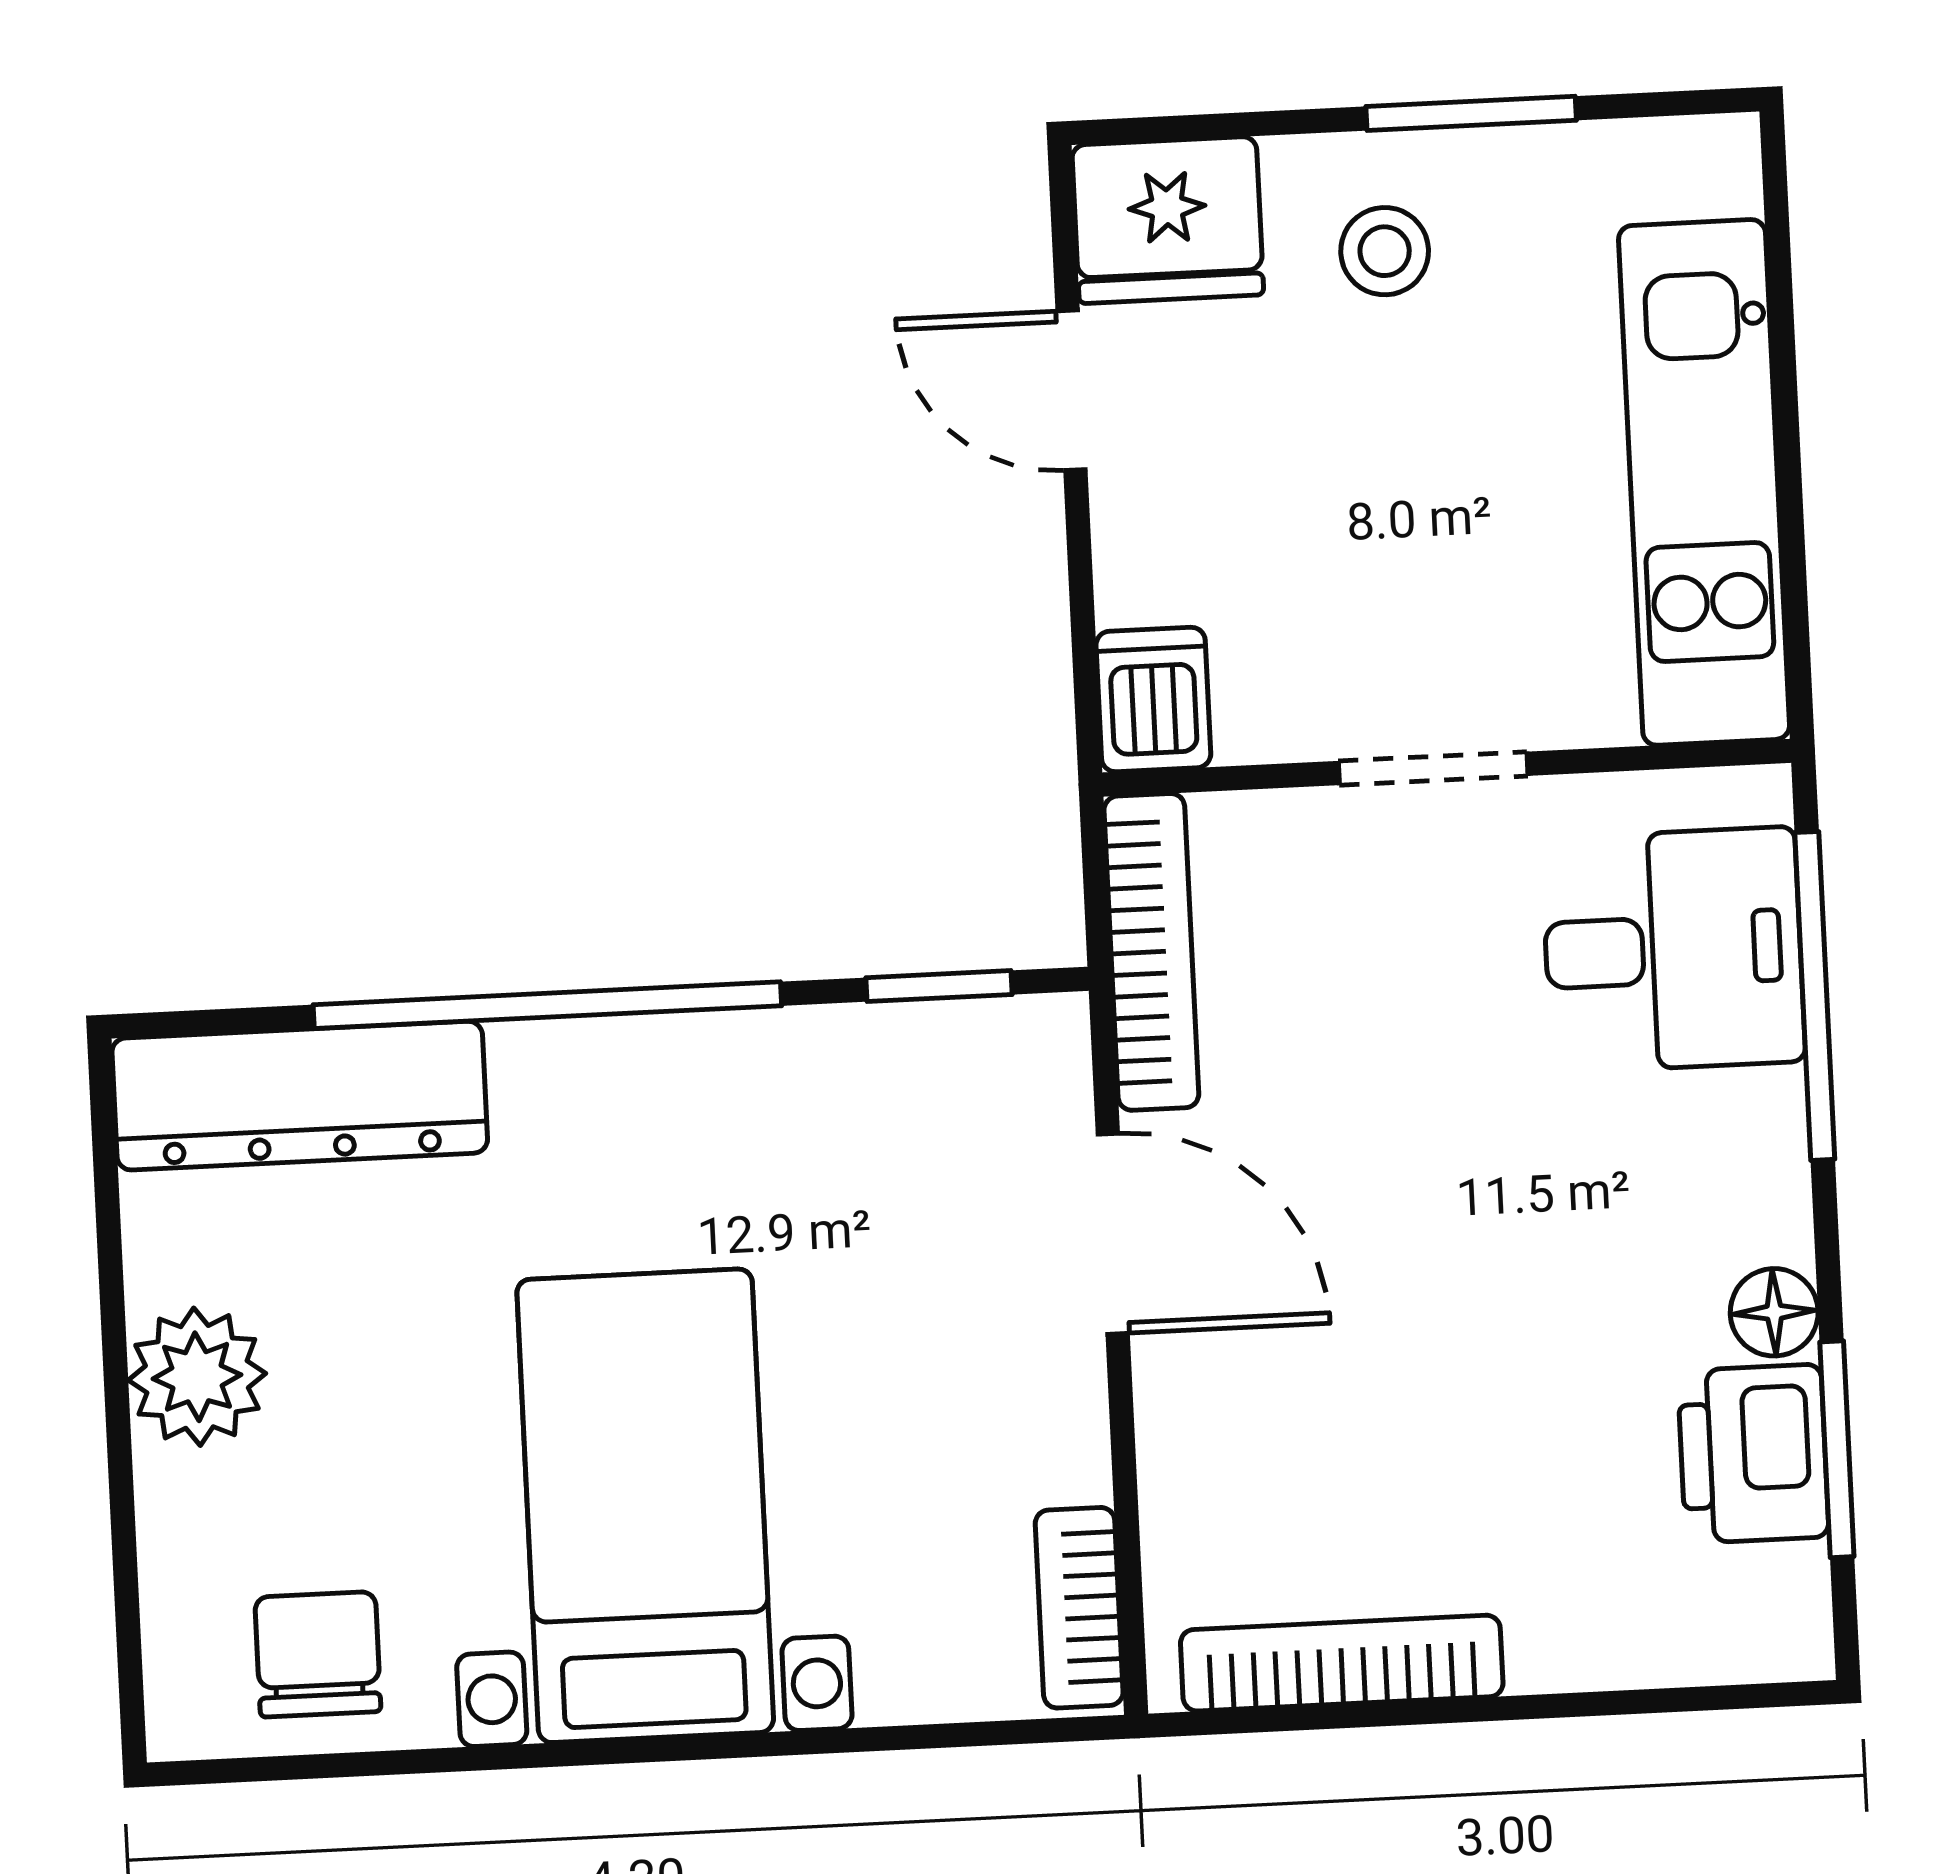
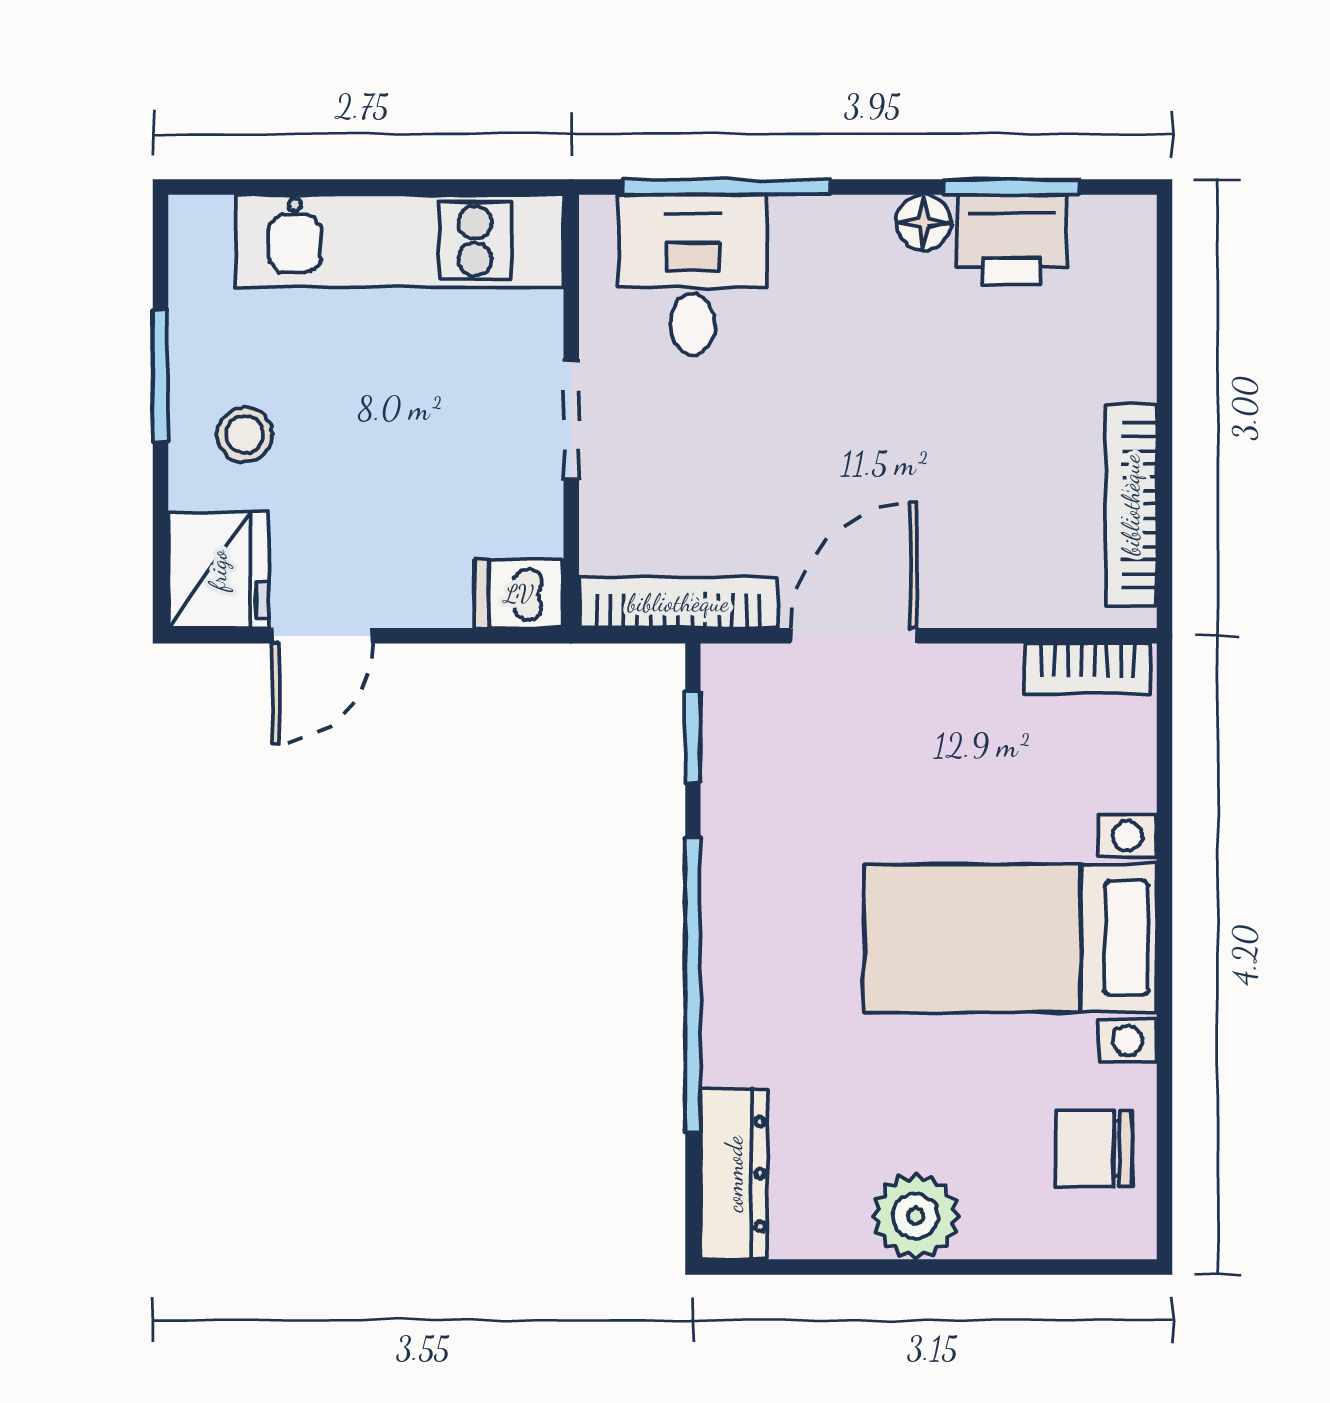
dresser: (300, 1096) -> (734, 1174), width x0.73, depth x0.80

